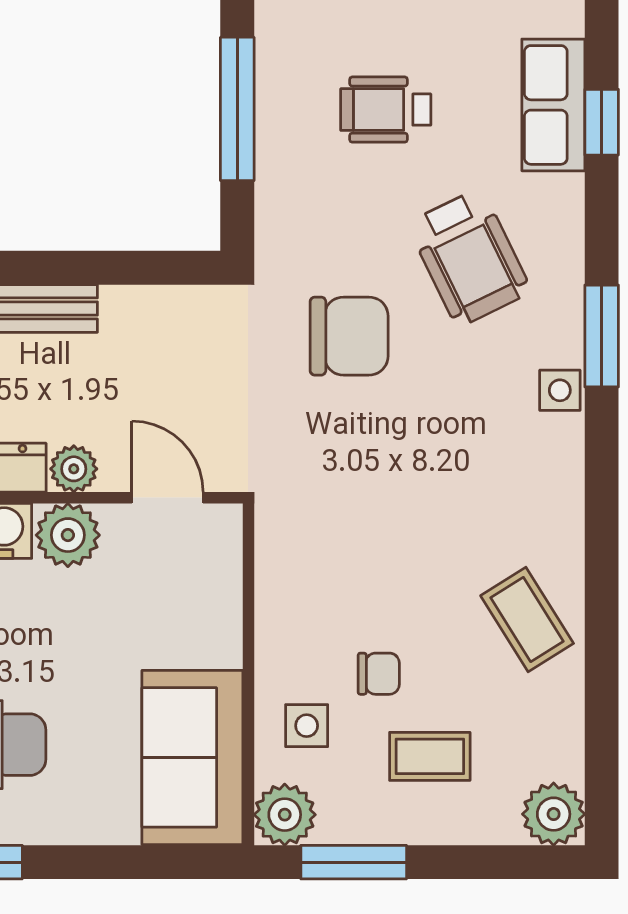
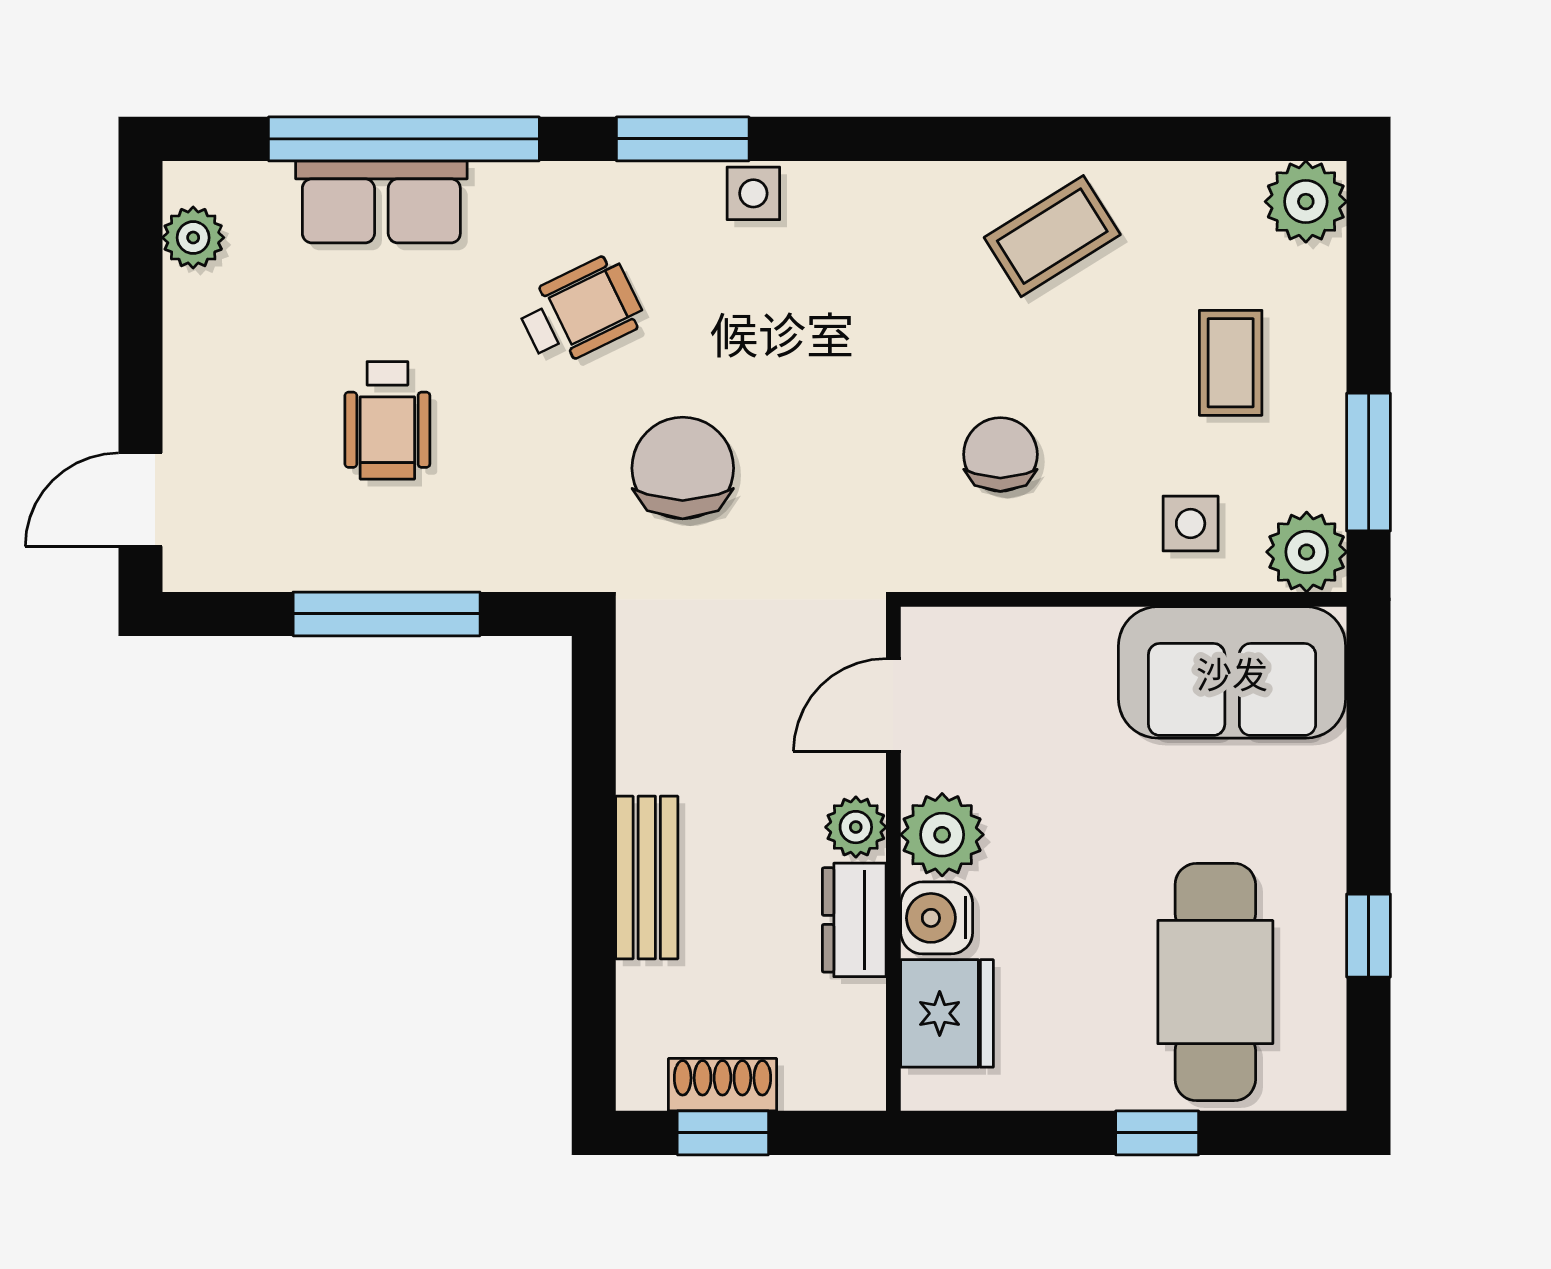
window: (602, 122) -> (404, 139), width x3.17
wheelchair: (469, 258) -> (580, 311), width x0.73, depth x0.73
chair: (379, 674) -> (1000, 454), moved, width x1.37, depth x1.37

